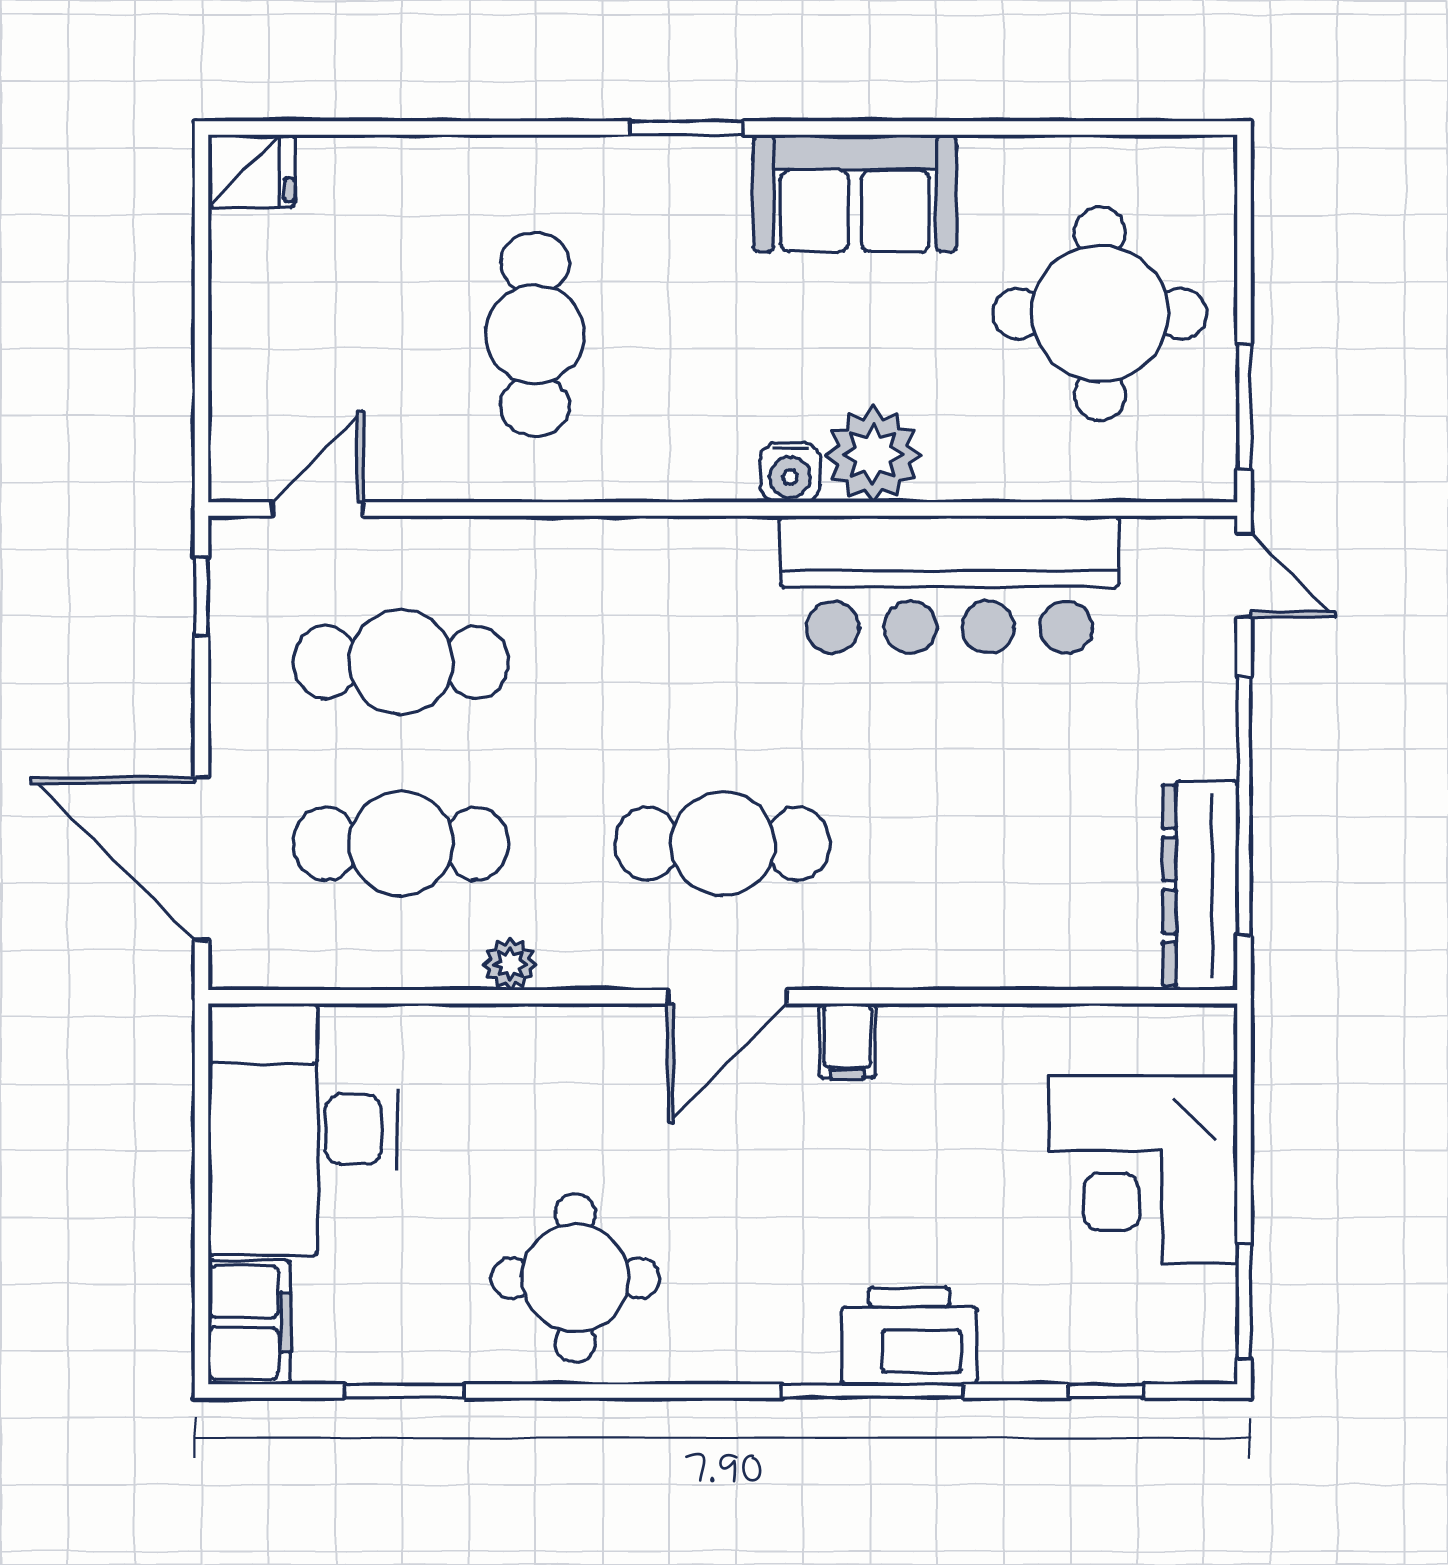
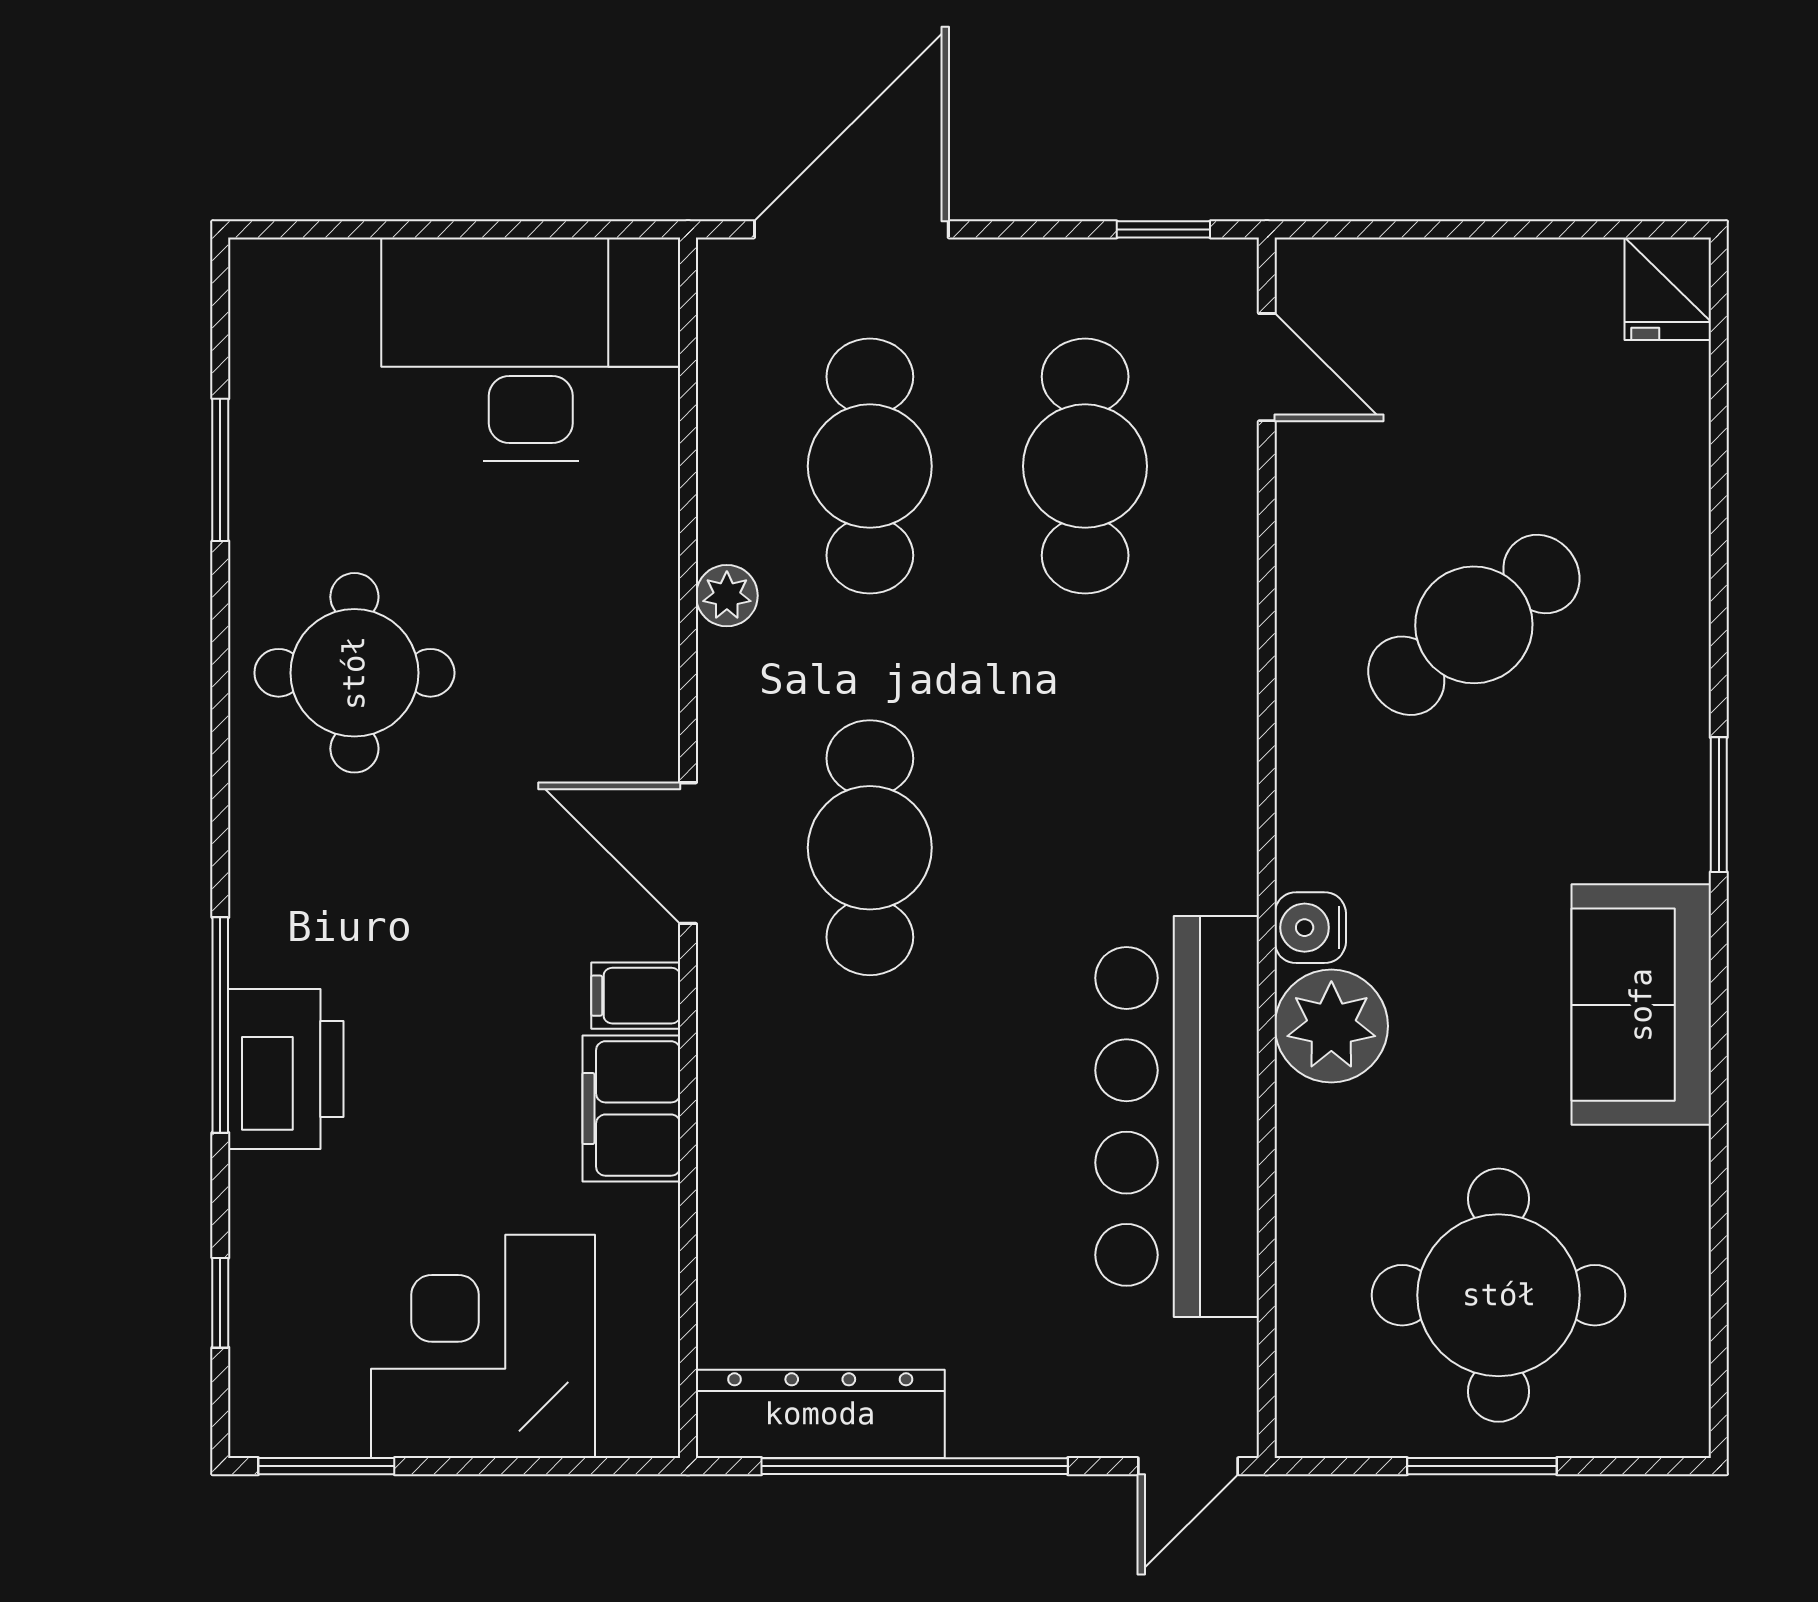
cafe table: (535, 334) -> (1474, 625), turned -37
window: (1244, 406) -> (1482, 1466), moved
filing cabinet: (249, 1322) -> (631, 1108), moved, turned 90

